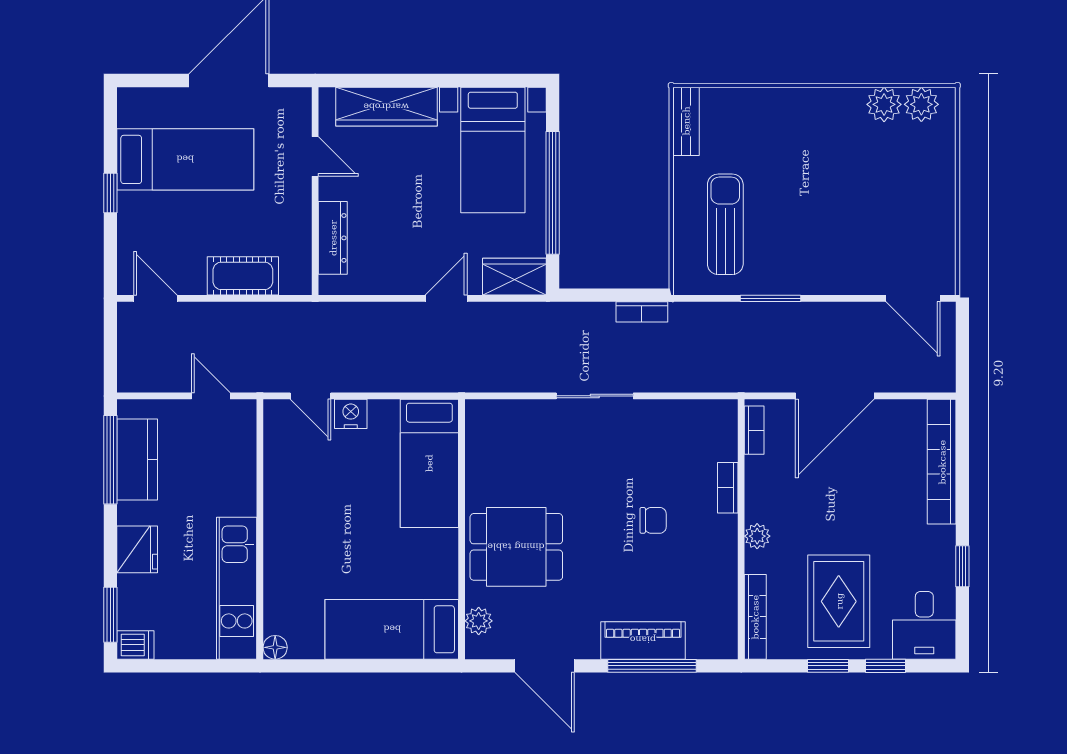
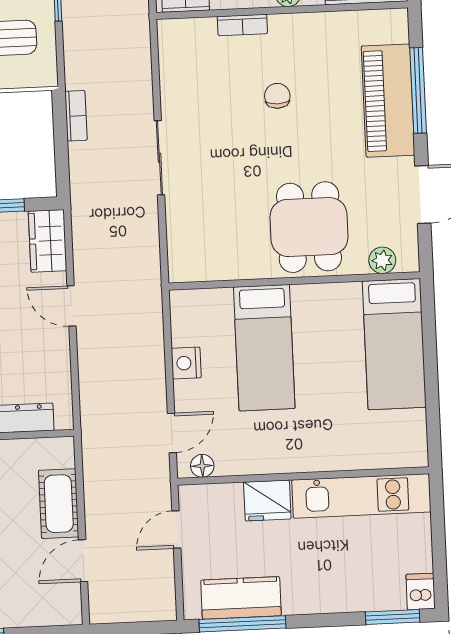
door: (155, 298) -> (83, 561), moved
nightstand: (351, 414) -> (186, 363), moved
bed: (429, 463) -> (264, 348), moved, turned 90
fridge: (137, 549) -> (267, 500), moved, turned 180
piano: (643, 640) -> (388, 101), width x1.37, depth x1.33
floor lamp: (275, 647) -> (202, 466), moved

